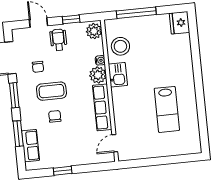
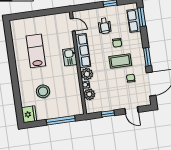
plant: (94, 31) -> (89, 94), moved
wheelchair: (58, 40) -> (105, 26), moved
stool: (120, 46) -> (43, 91), moved
kitchen sink: (118, 75) -> (70, 57), moved
window: (18, 134) -> (142, 17), moved
door: (115, 143) -> (73, 25), hinge flipped

